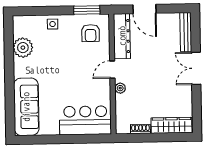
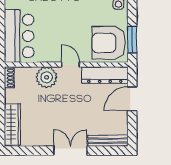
armchair: (91, 33) -> (109, 43), width x1.88, depth x1.88
plant: (120, 88) -> (47, 77), width x1.87, depth x1.87
shoe rack: (140, 129) -> (9, 78), moved

